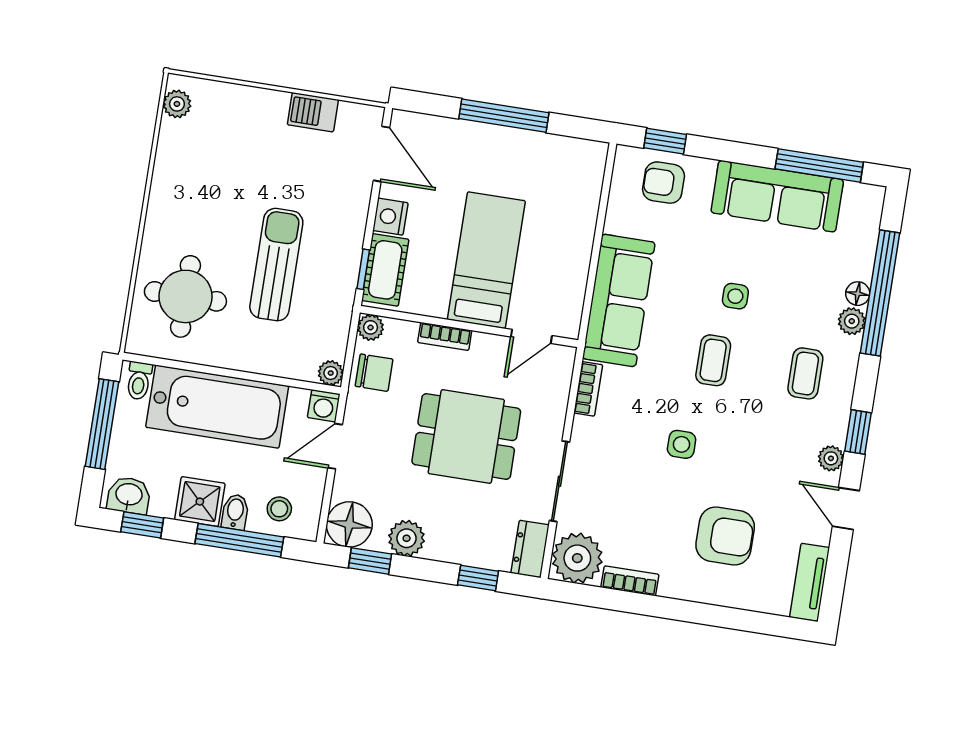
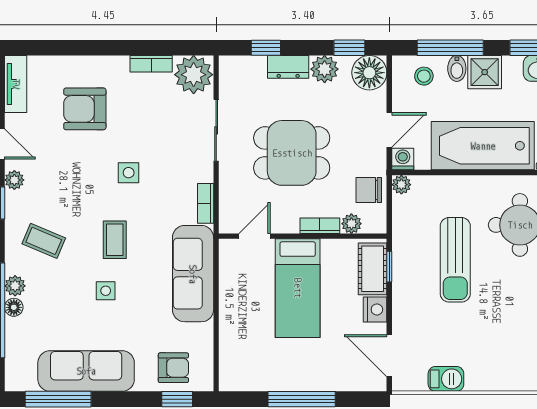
plant: (371, 327) -> (351, 224), moved
coffee table: (805, 373) -> (44, 241), turned -67
dresser: (530, 549) -> (288, 67), moved, turned 90

